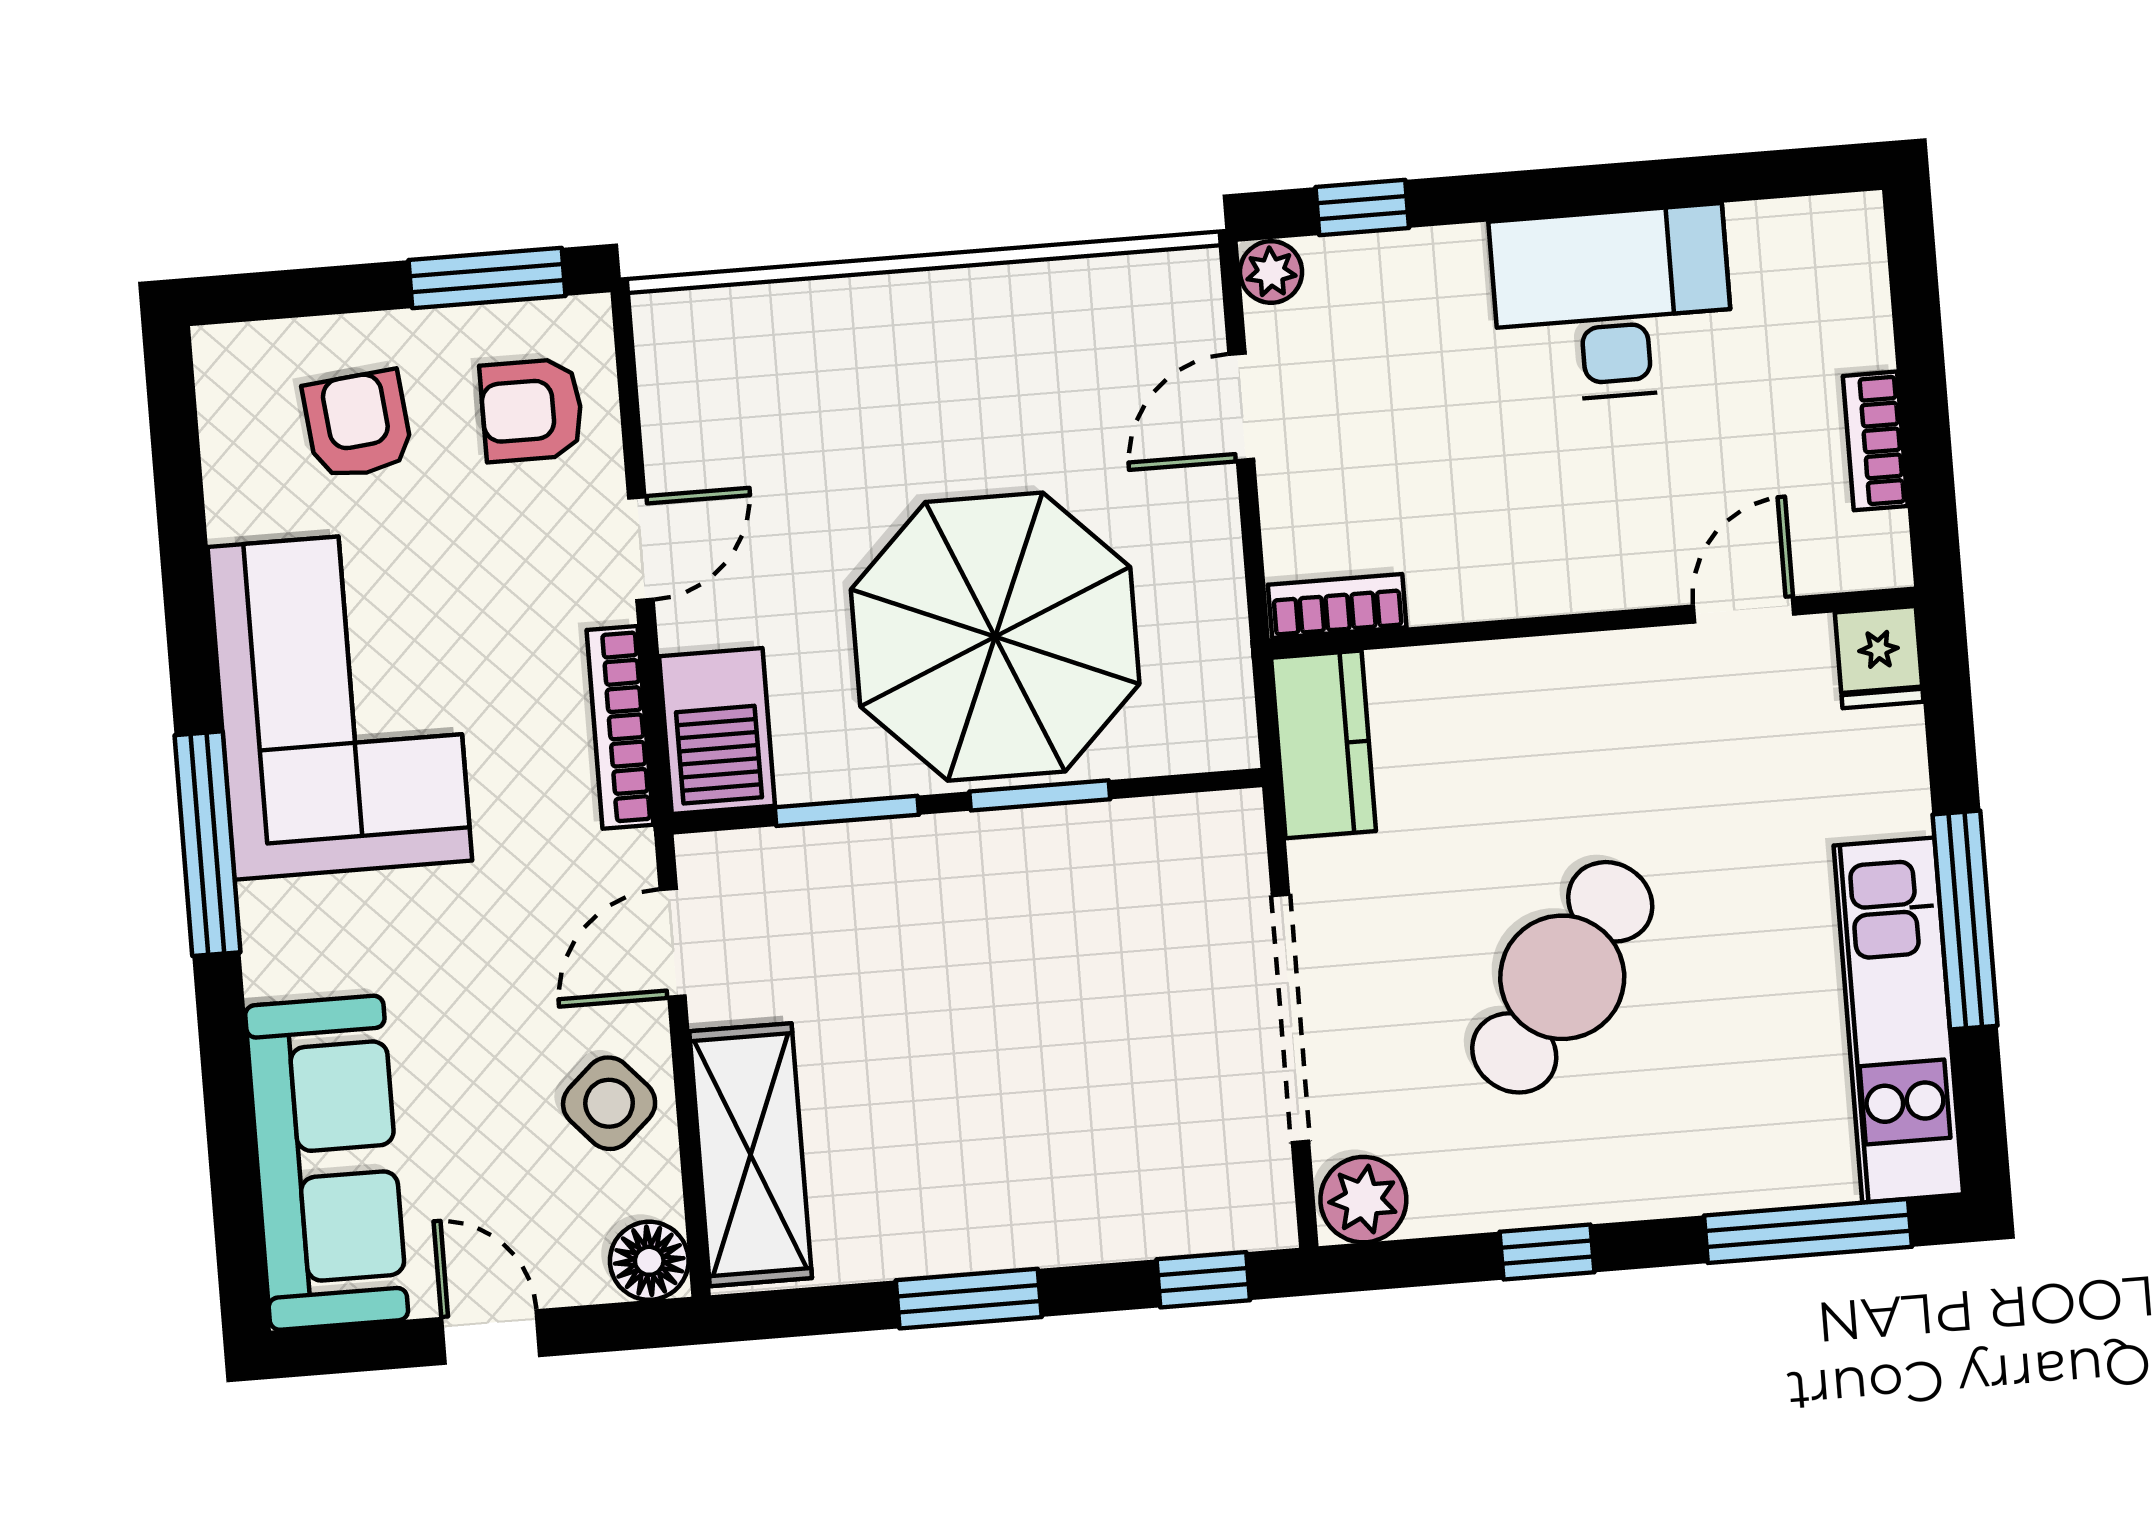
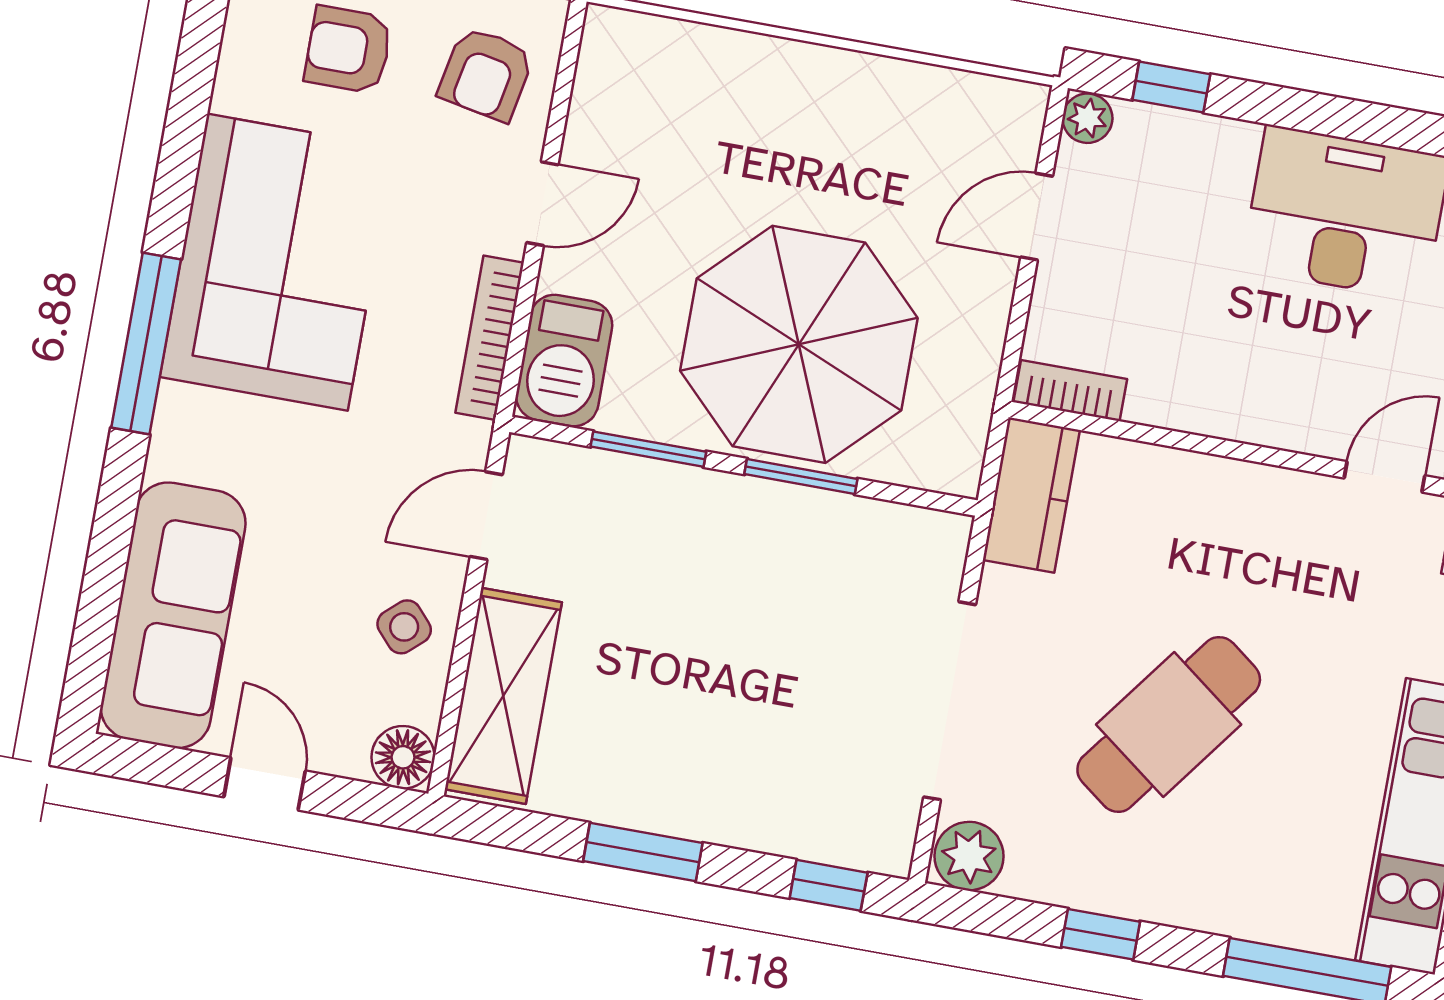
armchair: (532, 410) -> (486, 74), turned -79
armchair: (358, 425) -> (348, 50), turned -84
side table: (609, 1103) -> (404, 627), width x0.73, depth x0.73

